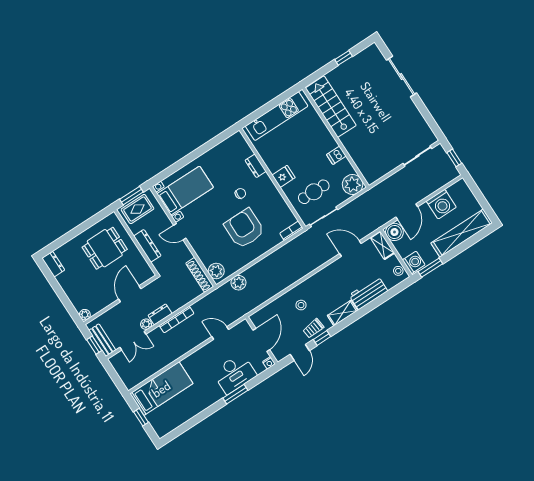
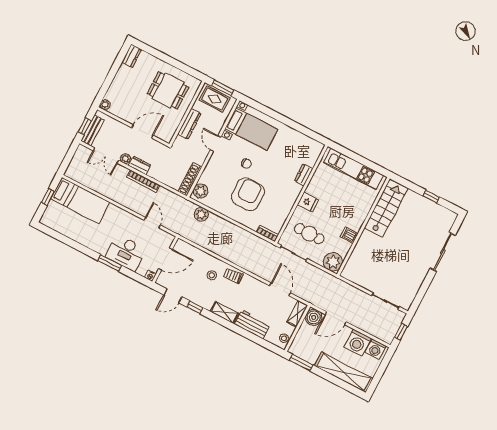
chair: (240, 193) -> (246, 164), moved
washing machine: (414, 262) -> (376, 349), moved, turned 90
trolley: (313, 328) -> (233, 276), moved

